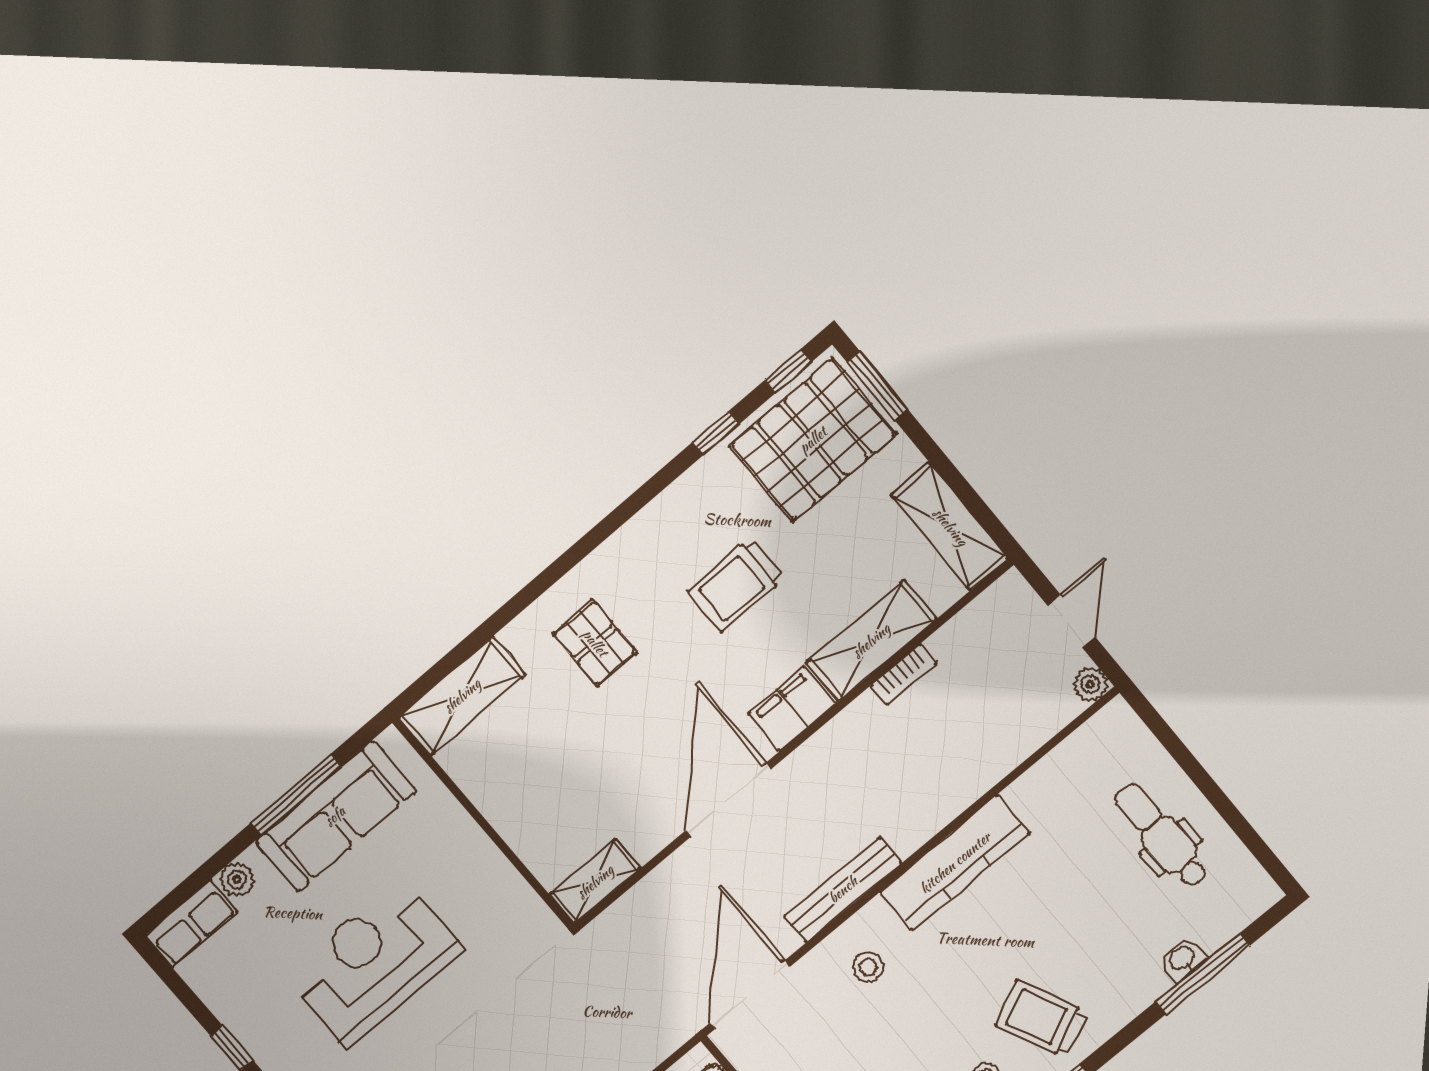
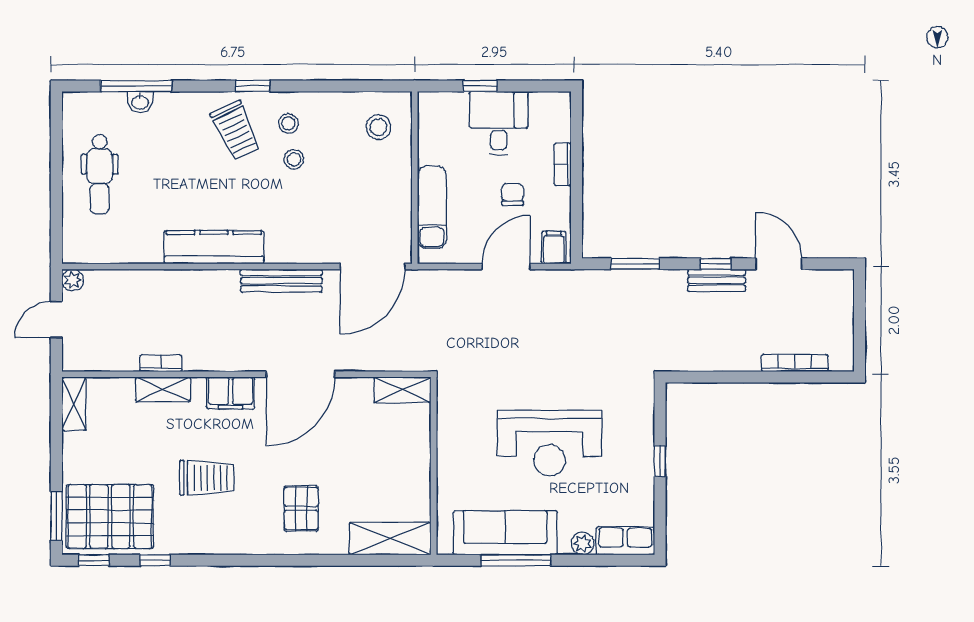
shelving: (950, 527) -> (74, 404), width x0.67, depth x0.75
shelving: (871, 641) -> (163, 389), width x0.67, depth x0.75
stool: (868, 967) -> (294, 159), moved

